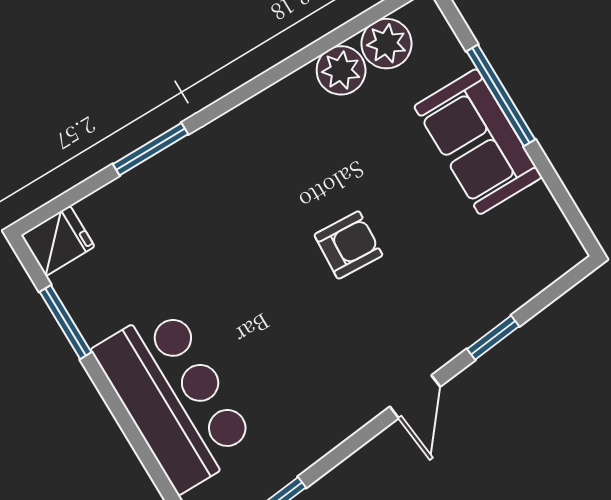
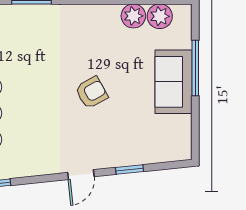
armchair: (348, 245) -> (92, 93), turned -32

